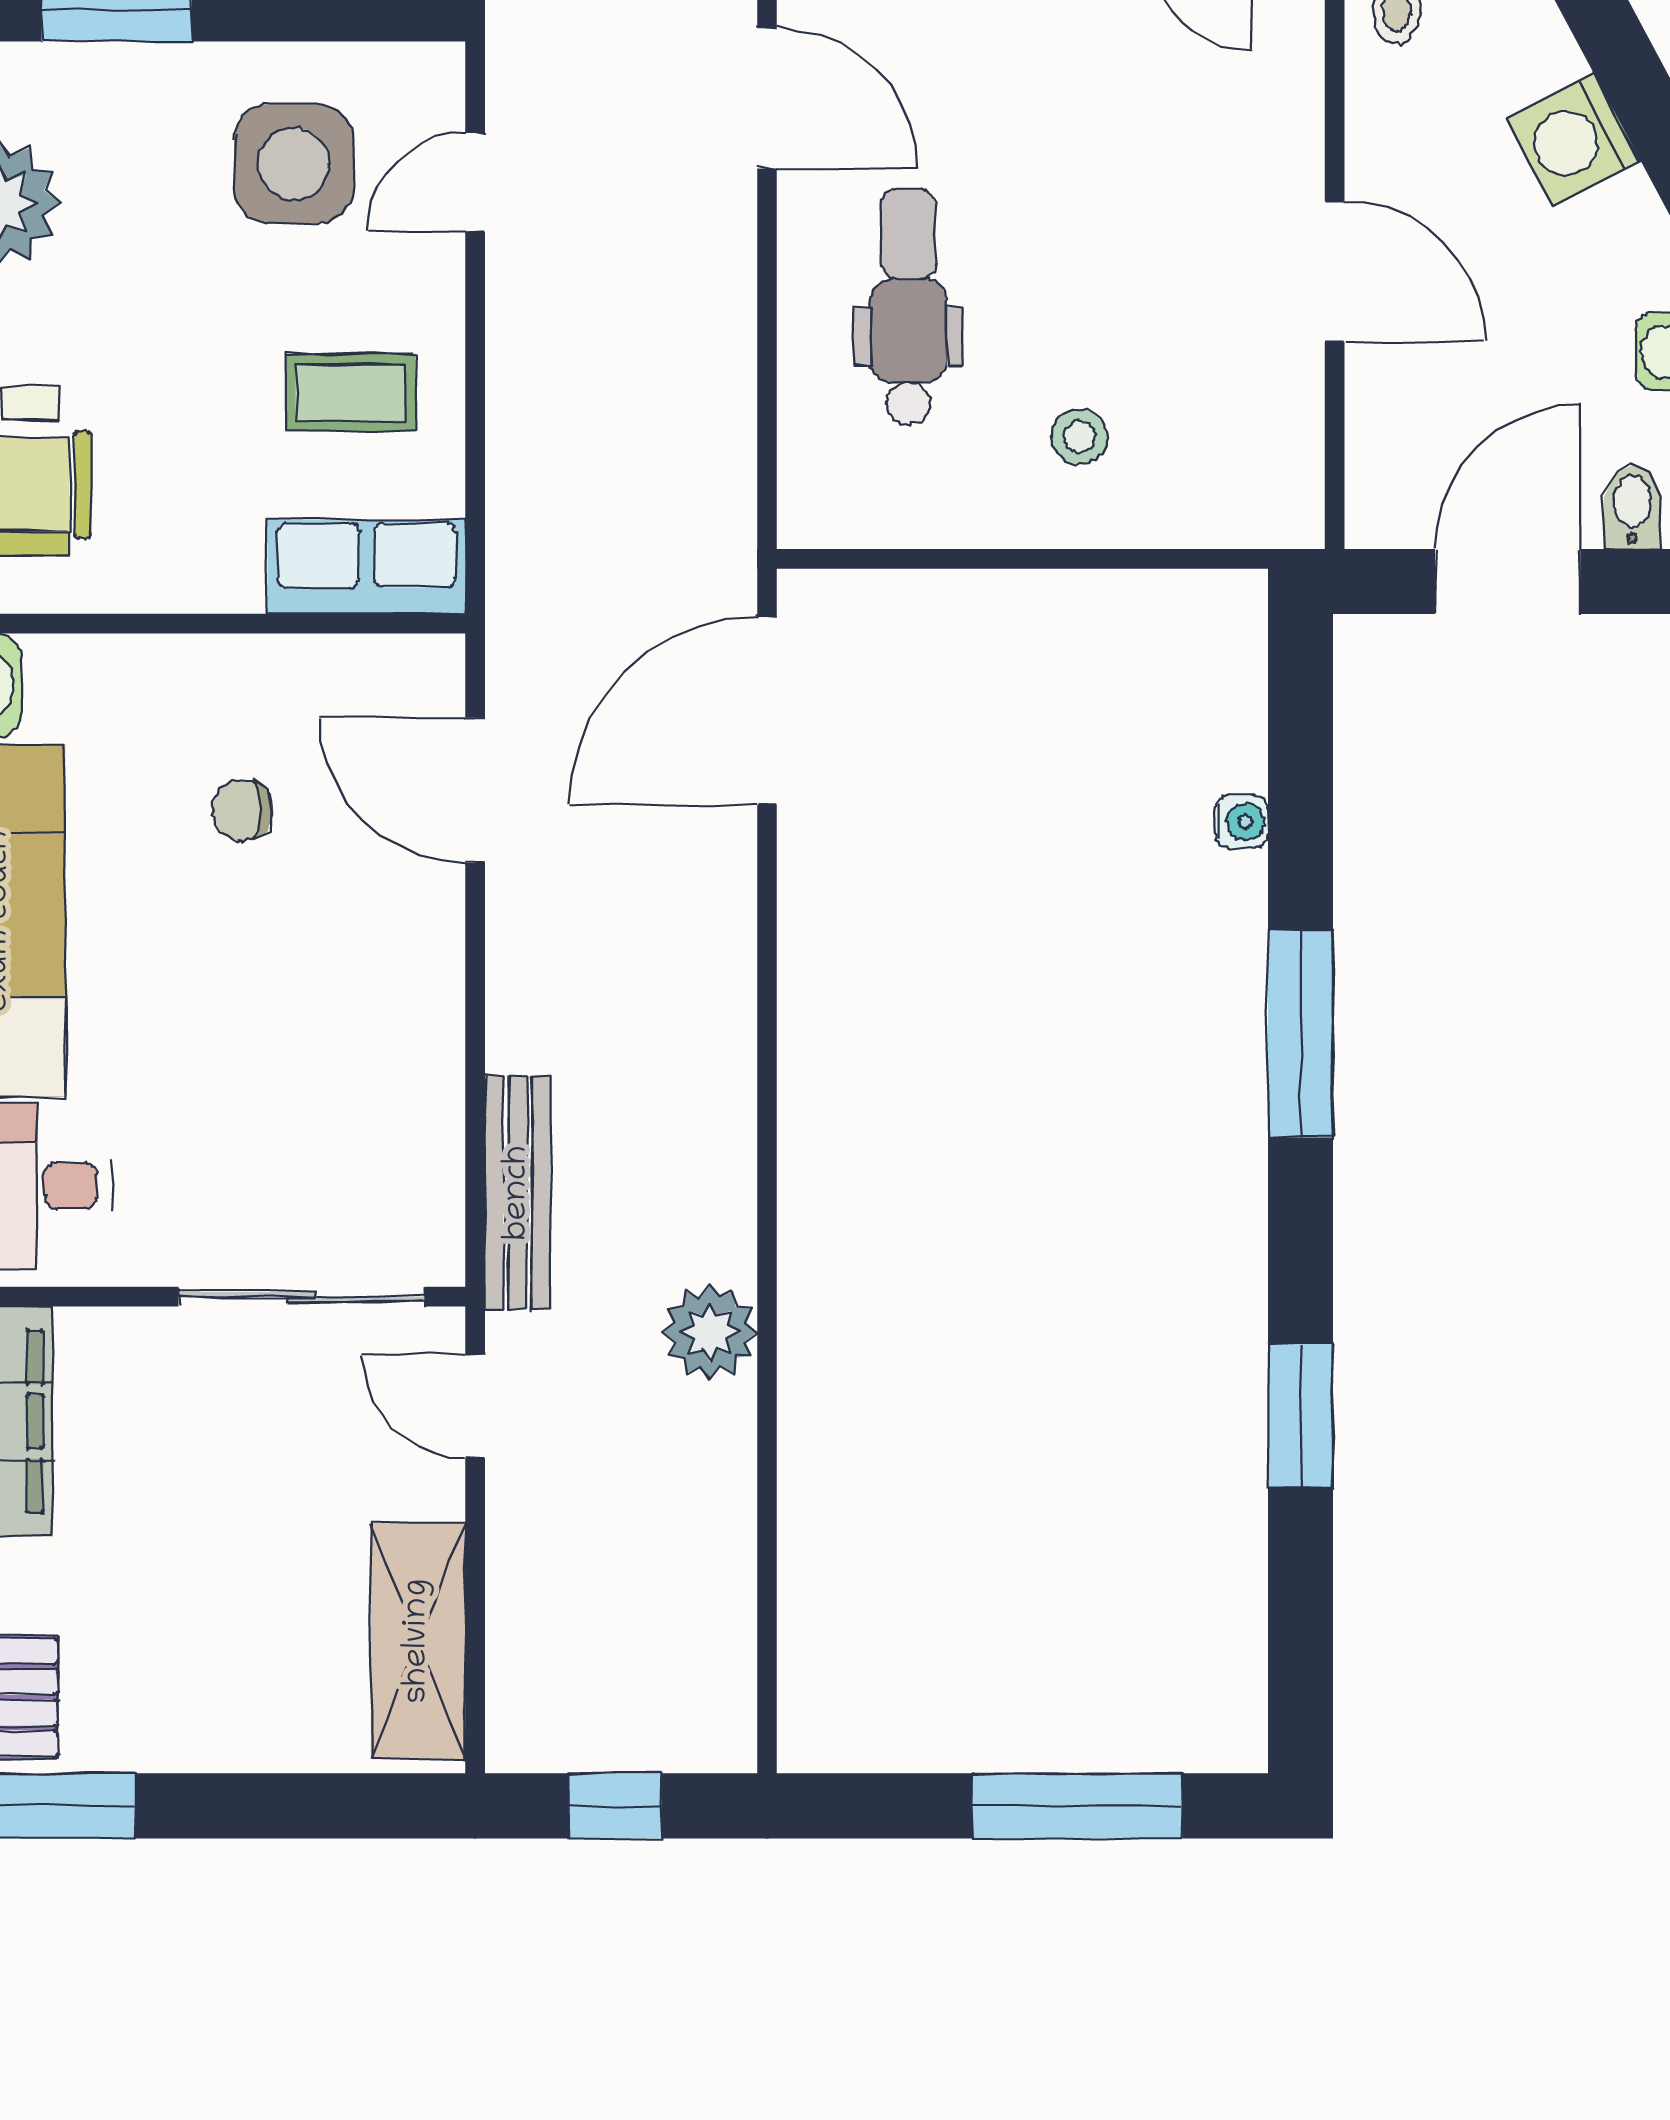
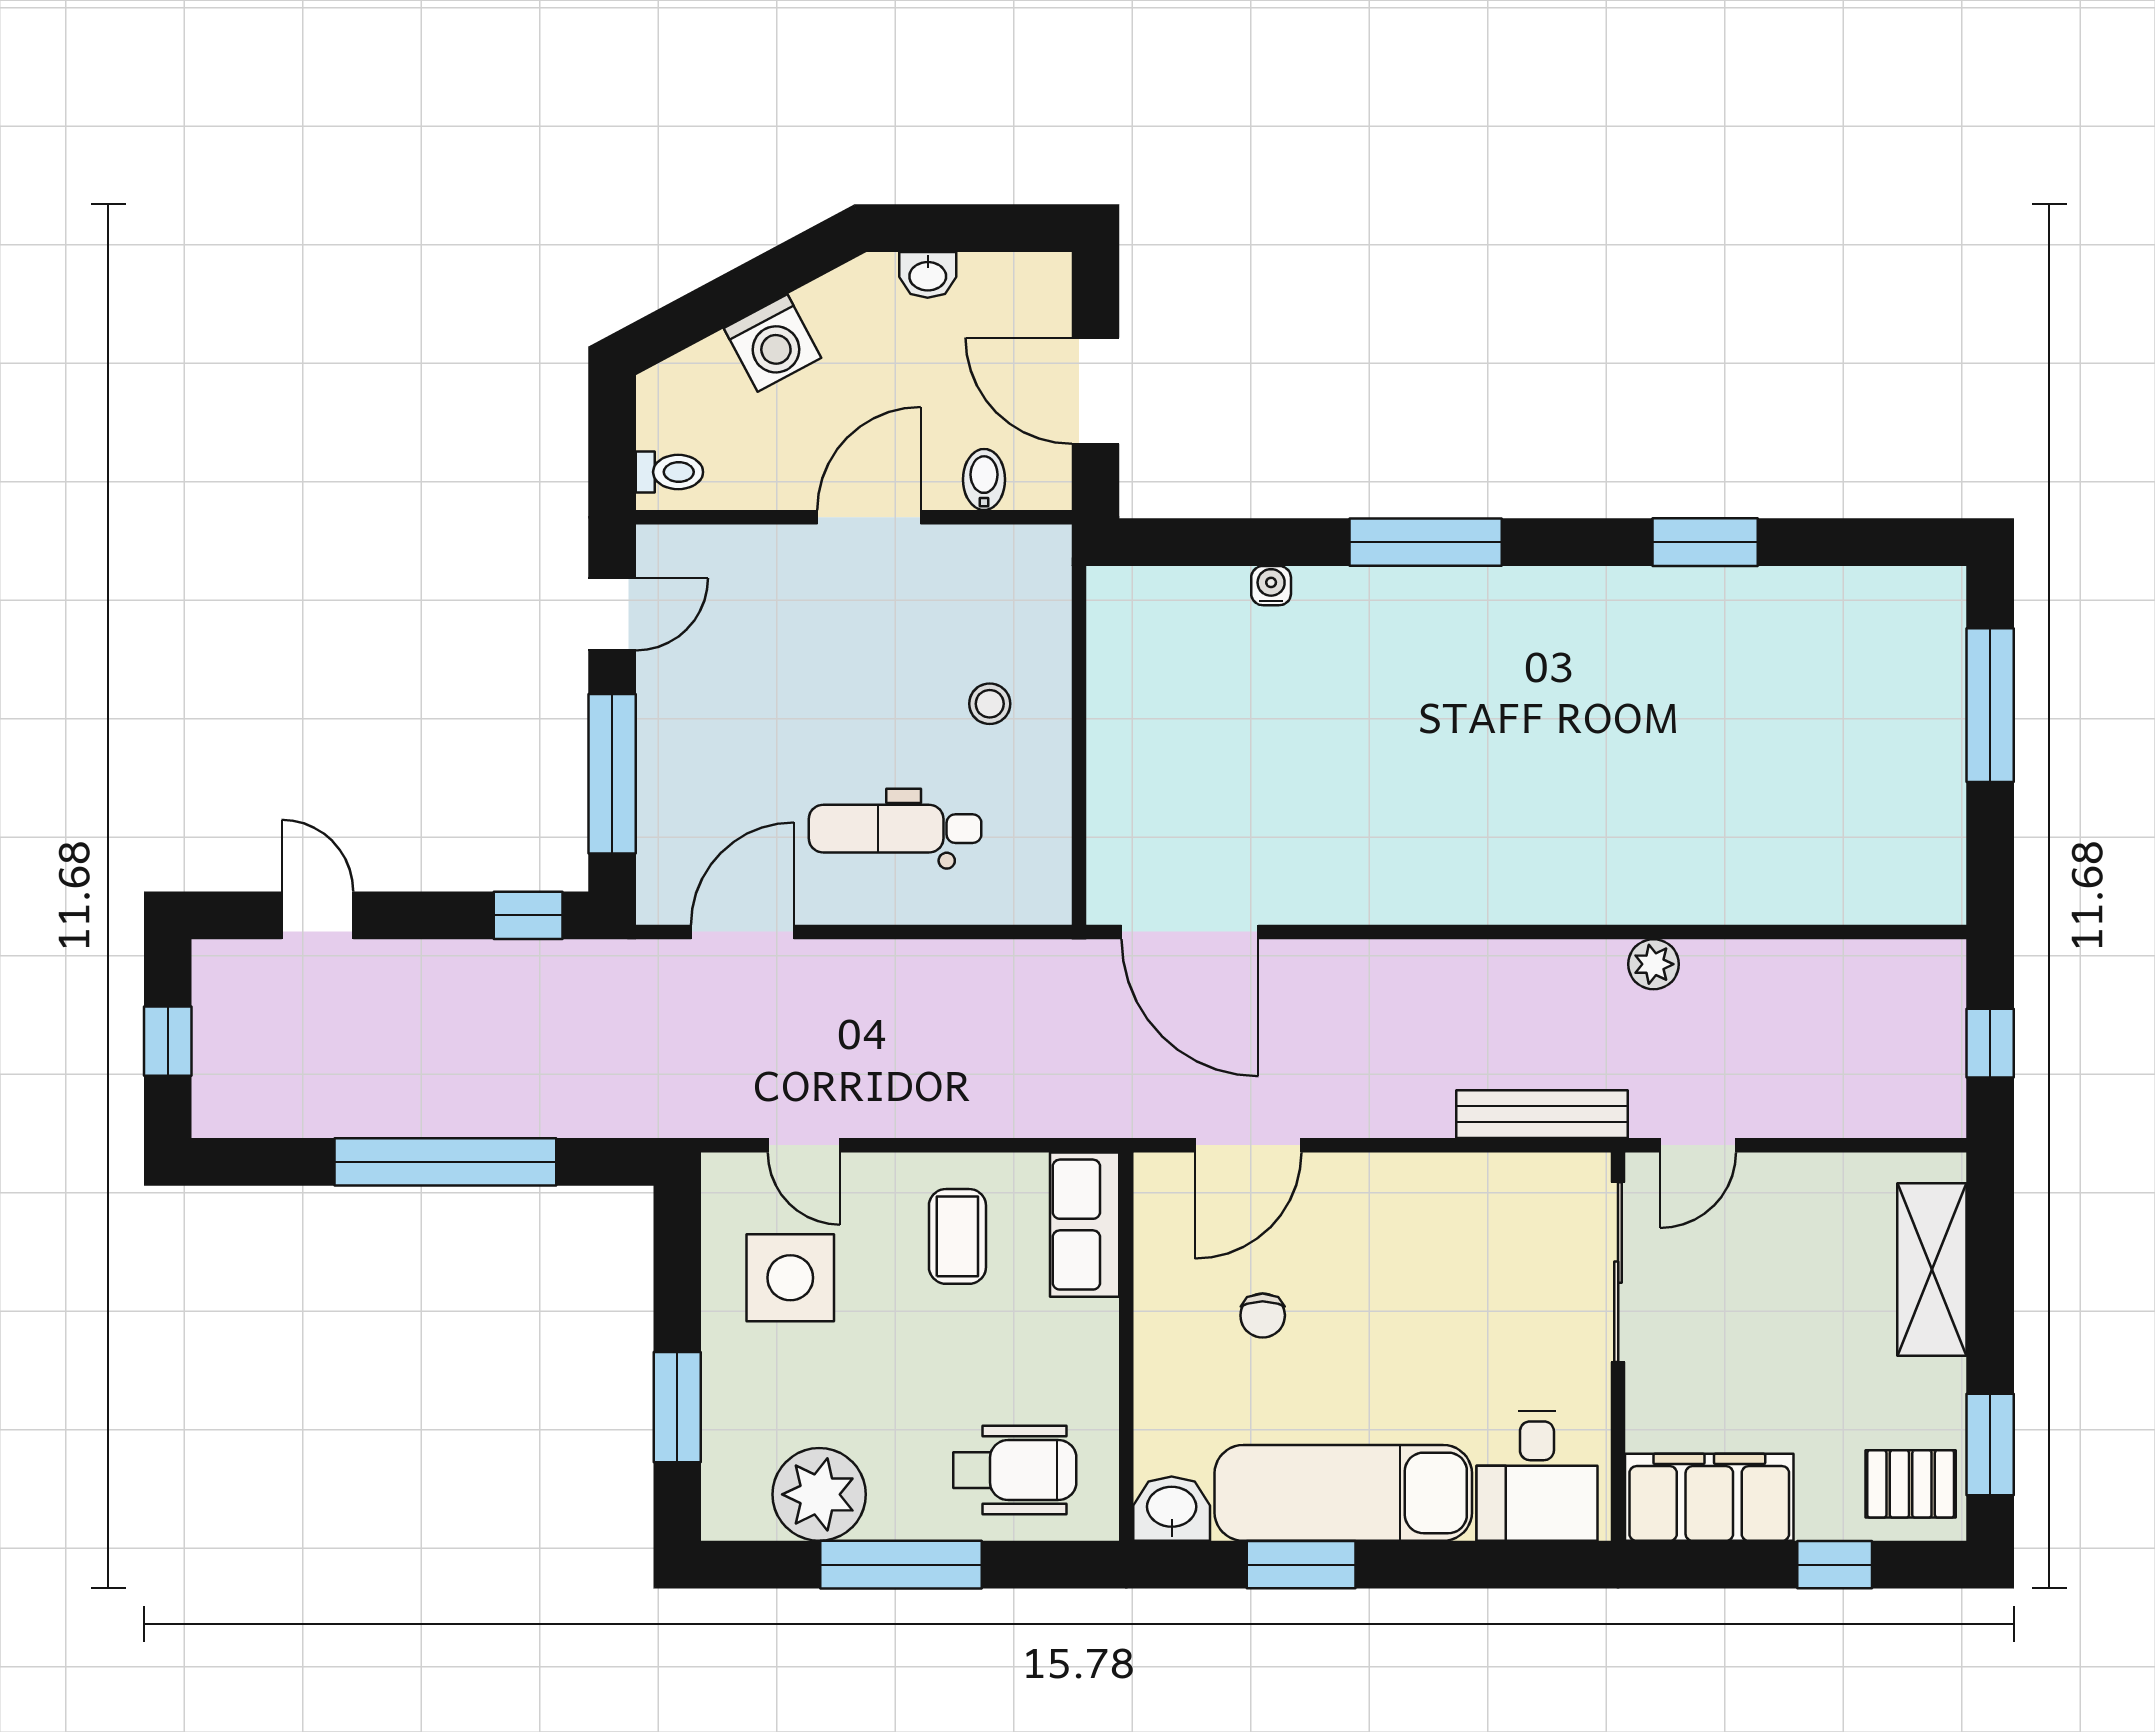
bidet: (1632, 507) -> (984, 480), moved, turned 90
plant: (710, 1332) -> (1653, 964), width x0.73, depth x0.73
shelving: (418, 1641) -> (1932, 1270), moved, turned 90

